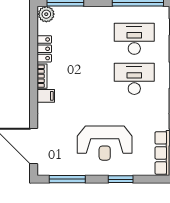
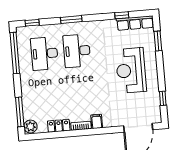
reception desk: (105, 143) -> (131, 70), turned 180
window: (67, 179) -> (163, 98), width x0.46
window: (121, 179) -> (158, 41), moved

